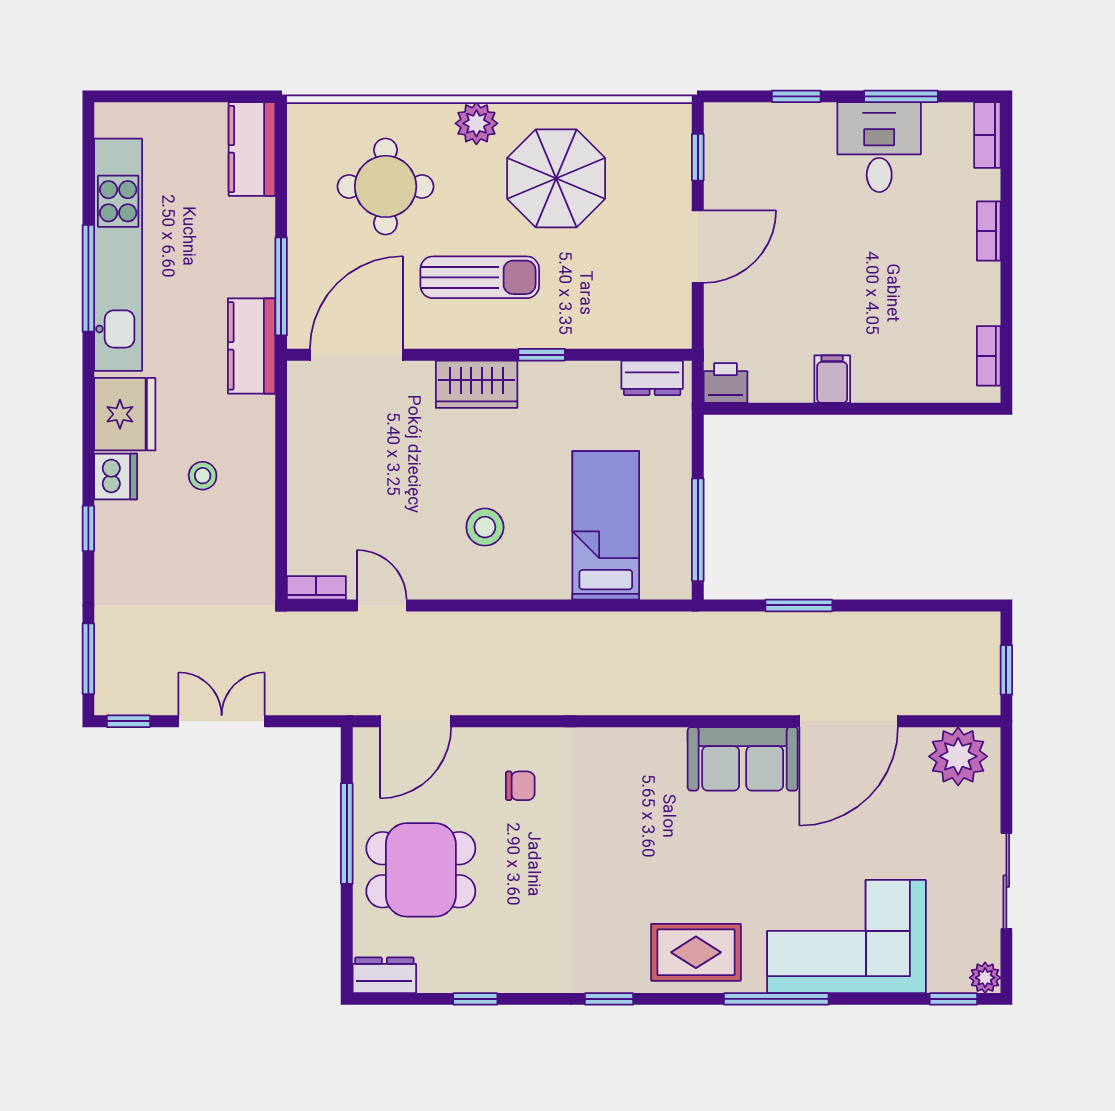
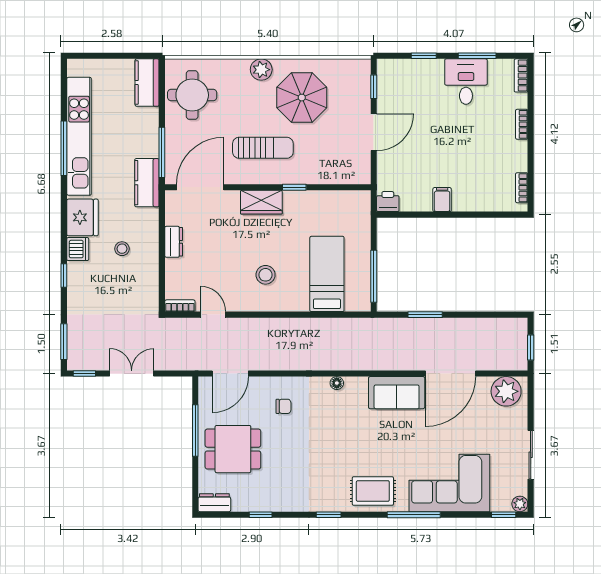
round table: (386, 186) -> (192, 95), moved
dresser: (652, 378) -> (174, 242), moved, turned -90
floor lamp: (625, 740) -> (337, 383), added

